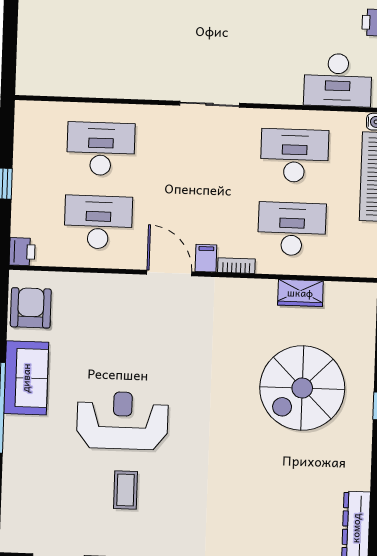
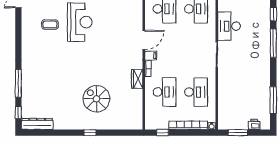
desk: (338, 80) -> (229, 26), moved
wardrobe: (300, 293) -> (137, 79), moved
spiral stairs: (302, 388) -> (96, 99), width x0.73, depth x0.73

